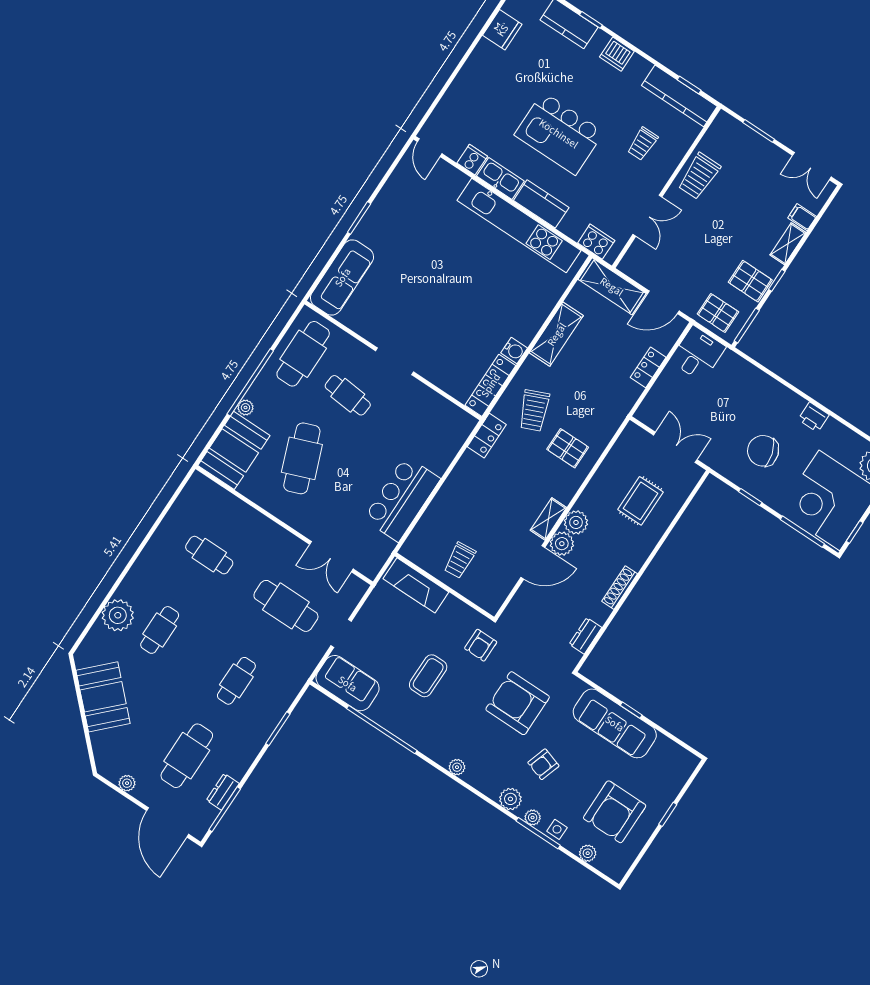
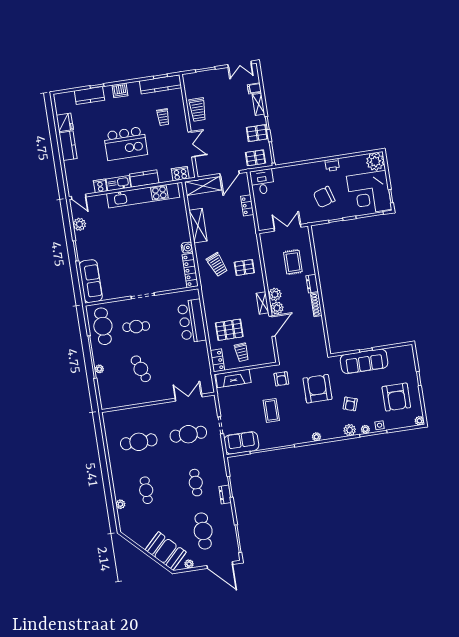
kitchen counter: (478, 65) -> (68, 146), added
plant: (397, 186) -> (79, 224), added
locker: (487, 436) -> (217, 360), moved
booth: (234, 450) -> (110, 391), removed
cafe table: (302, 458) -> (141, 369), width x0.73, depth x0.74
bar counter: (402, 499) -> (192, 321), moved
pallet: (470, 514) -> (229, 330), added
cafe table: (209, 555) -> (139, 442), width x1.37, depth x1.35
double door: (331, 557) -> (189, 398), swing flipped
plant: (118, 615) -> (120, 504), width x0.53, depth x0.53
dresser: (585, 636) -> (312, 284), moved
booth: (103, 697) -> (166, 551), moved
armchair: (518, 703) -> (317, 389), turned 90
dresser: (223, 792) -> (225, 495), moved
plant: (588, 853) -> (419, 421), moved

